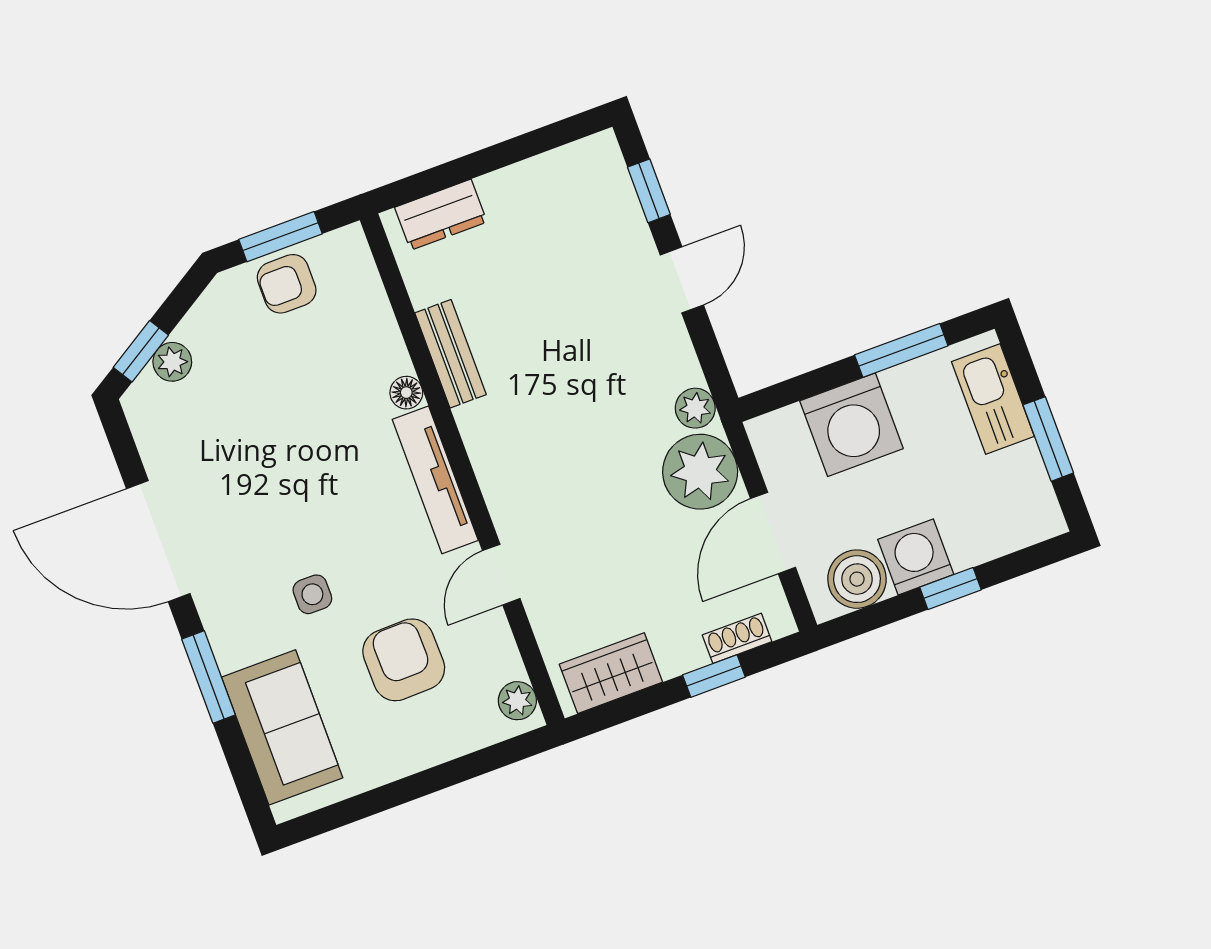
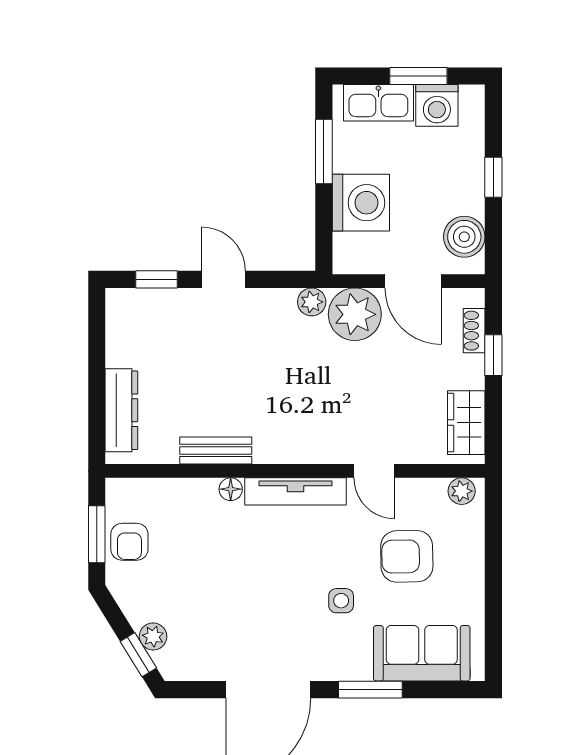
dresser: (441, 215) -> (121, 410), width x1.44
washing machine: (916, 557) -> (437, 105), moved, turned -90

